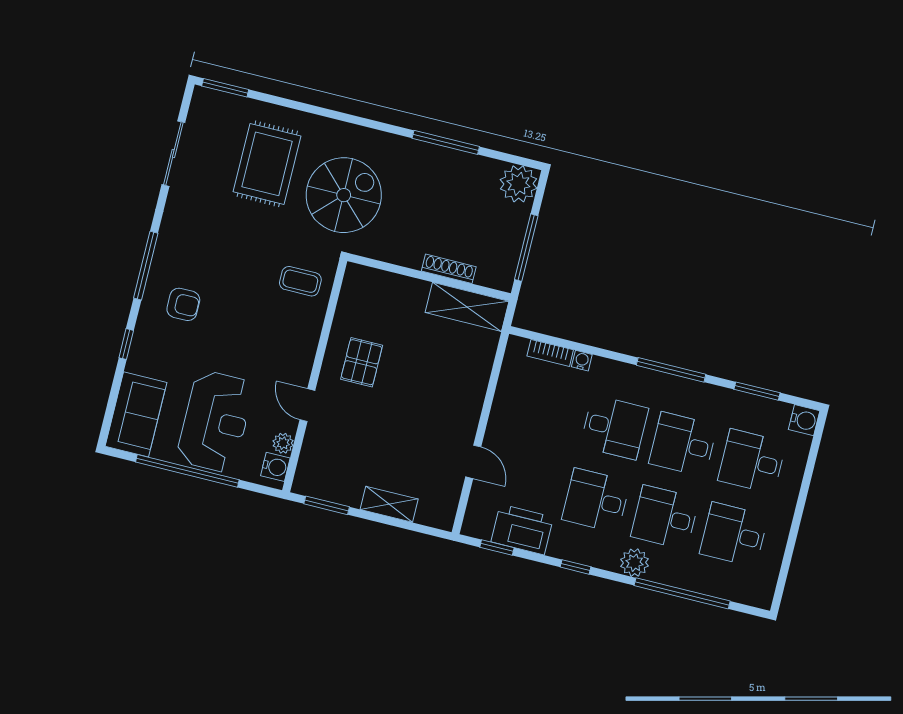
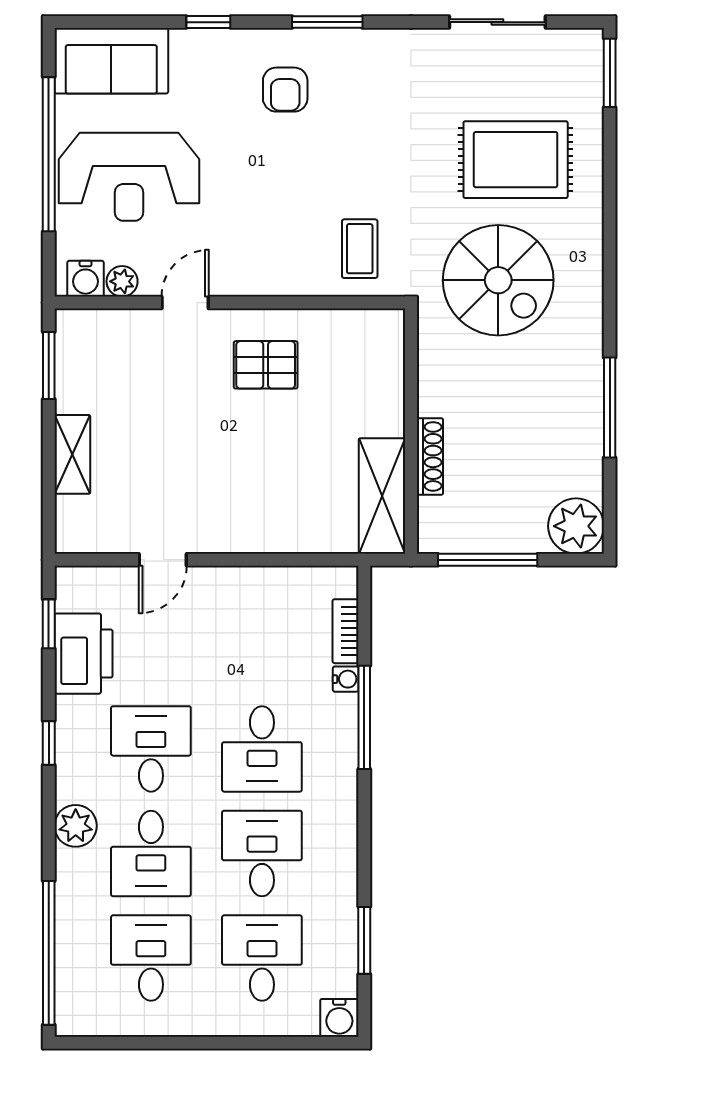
window: (146, 266) -> (327, 22), width x0.69
window: (671, 370) -> (364, 717), moved
desk: (665, 518) -> (151, 853), turned 180
window: (682, 593) -> (49, 953), moved

